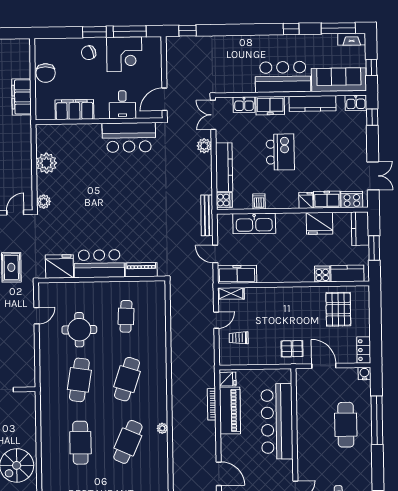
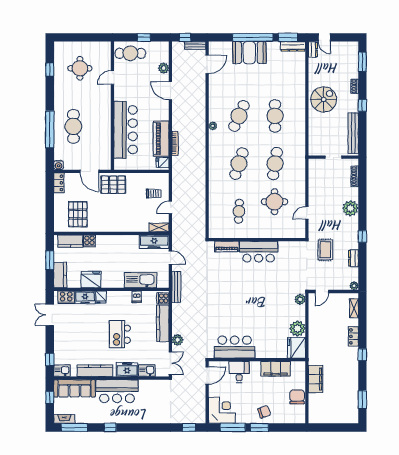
corner desk: (124, 54) -> (222, 410), moved, turned 90
fridge: (59, 266) -> (296, 348), moved, turned 90
pallet: (292, 349) -> (113, 185), width x1.50, depth x1.42

